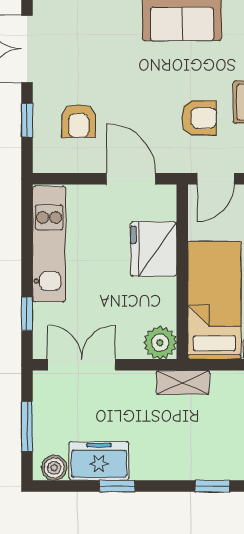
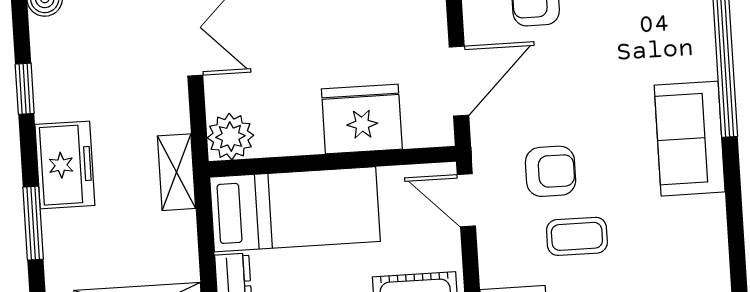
armchair: (199, 118) -> (551, 171), turned -90
freezer: (99, 461) -> (65, 165), moved
window: (212, 486) -> (33, 223), width x1.50

